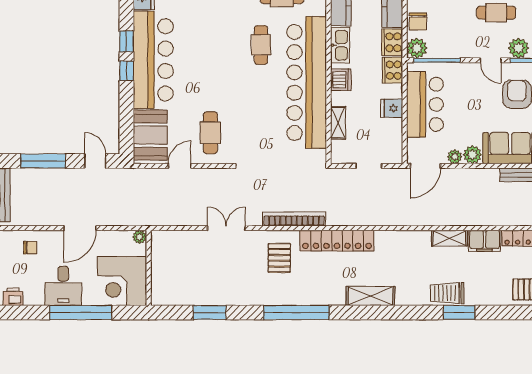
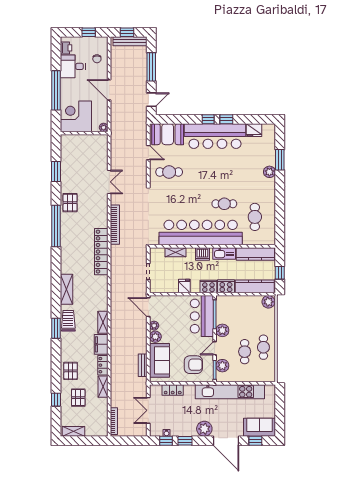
chair: (418, 22) -> (239, 302), removed
plant: (417, 48) -> (222, 330), moved
bar counter: (425, 104) -> (202, 316), moved, turned 90
pallet: (279, 258) -> (70, 203), moved, turned 90
desk: (63, 286) -> (73, 66), moved
shelving: (370, 296) -> (67, 289), moved

